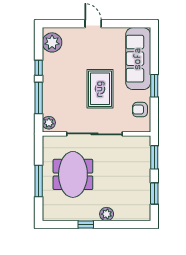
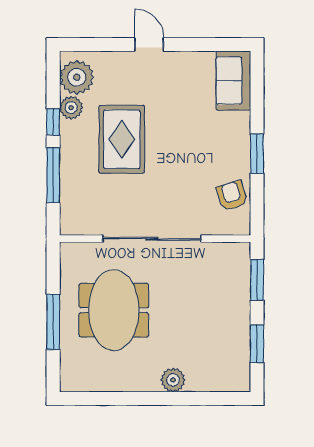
sofa: (138, 59) -> (233, 81), width x0.54, depth x0.79
rug: (100, 89) -> (122, 139), moved
armchair: (140, 110) -> (232, 196), turned 73
plant: (49, 123) -> (71, 108), moved
window: (86, 225) -> (136, 398), removed

